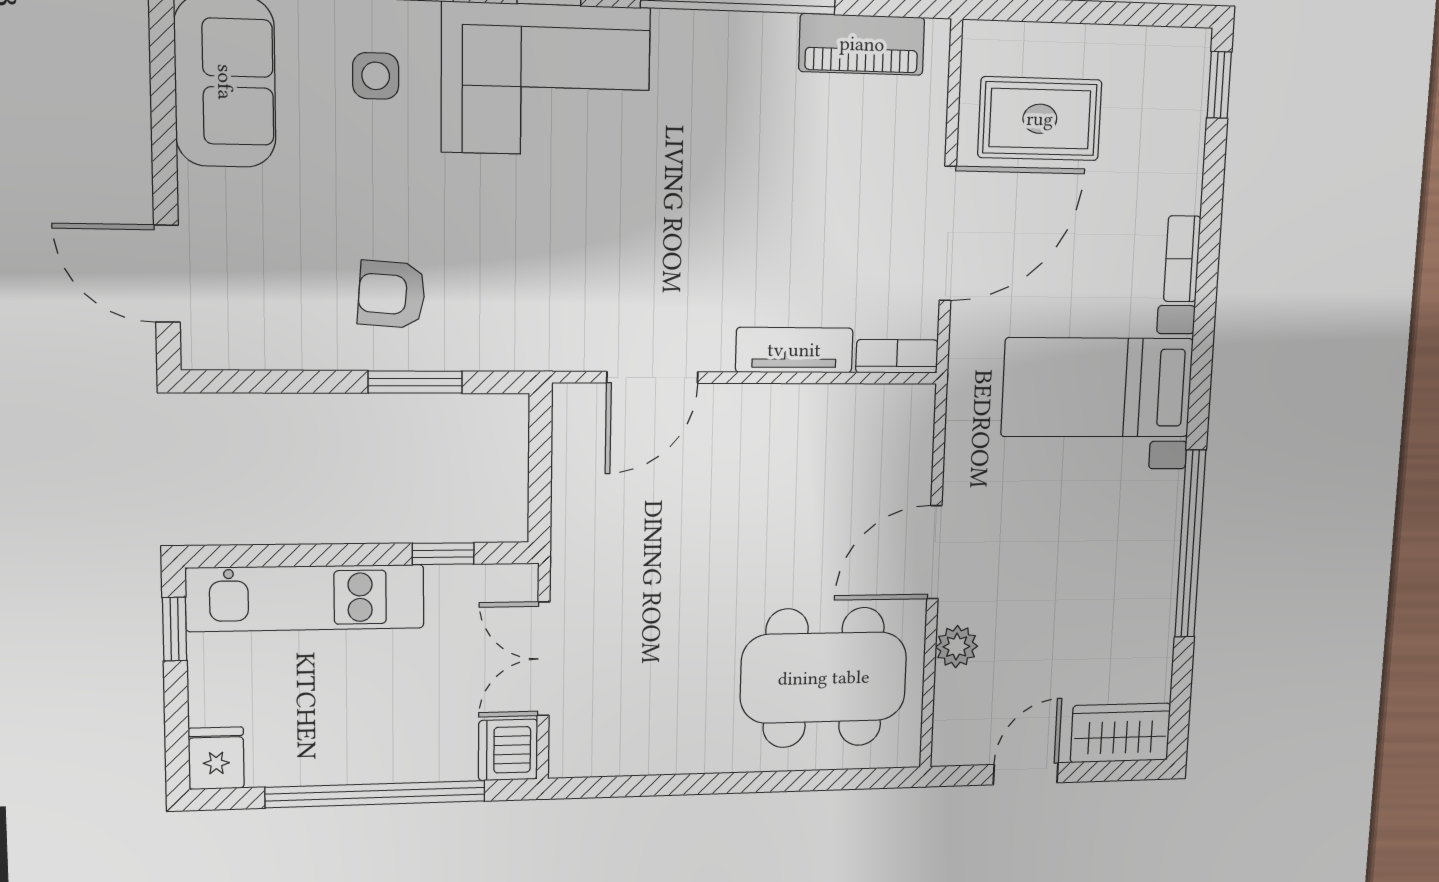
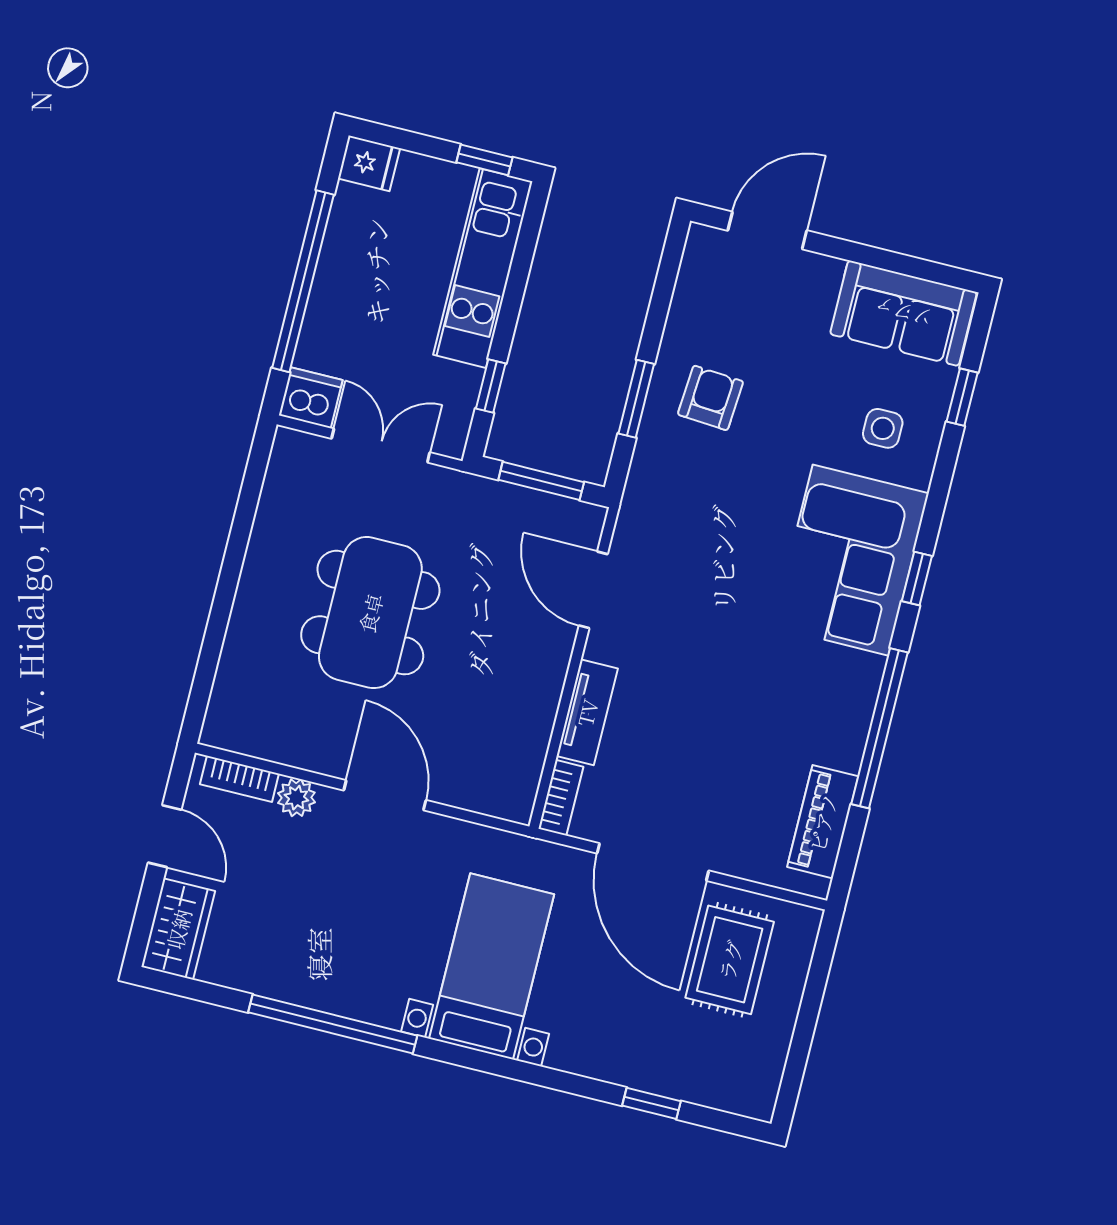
window: (1219, 85) -> (652, 1103), moved
bookcase: (1182, 259) -> (239, 779), moved, turned 180
window: (540, 468) -> (541, 481), added
dining table: (824, 678) -> (370, 613), moved

